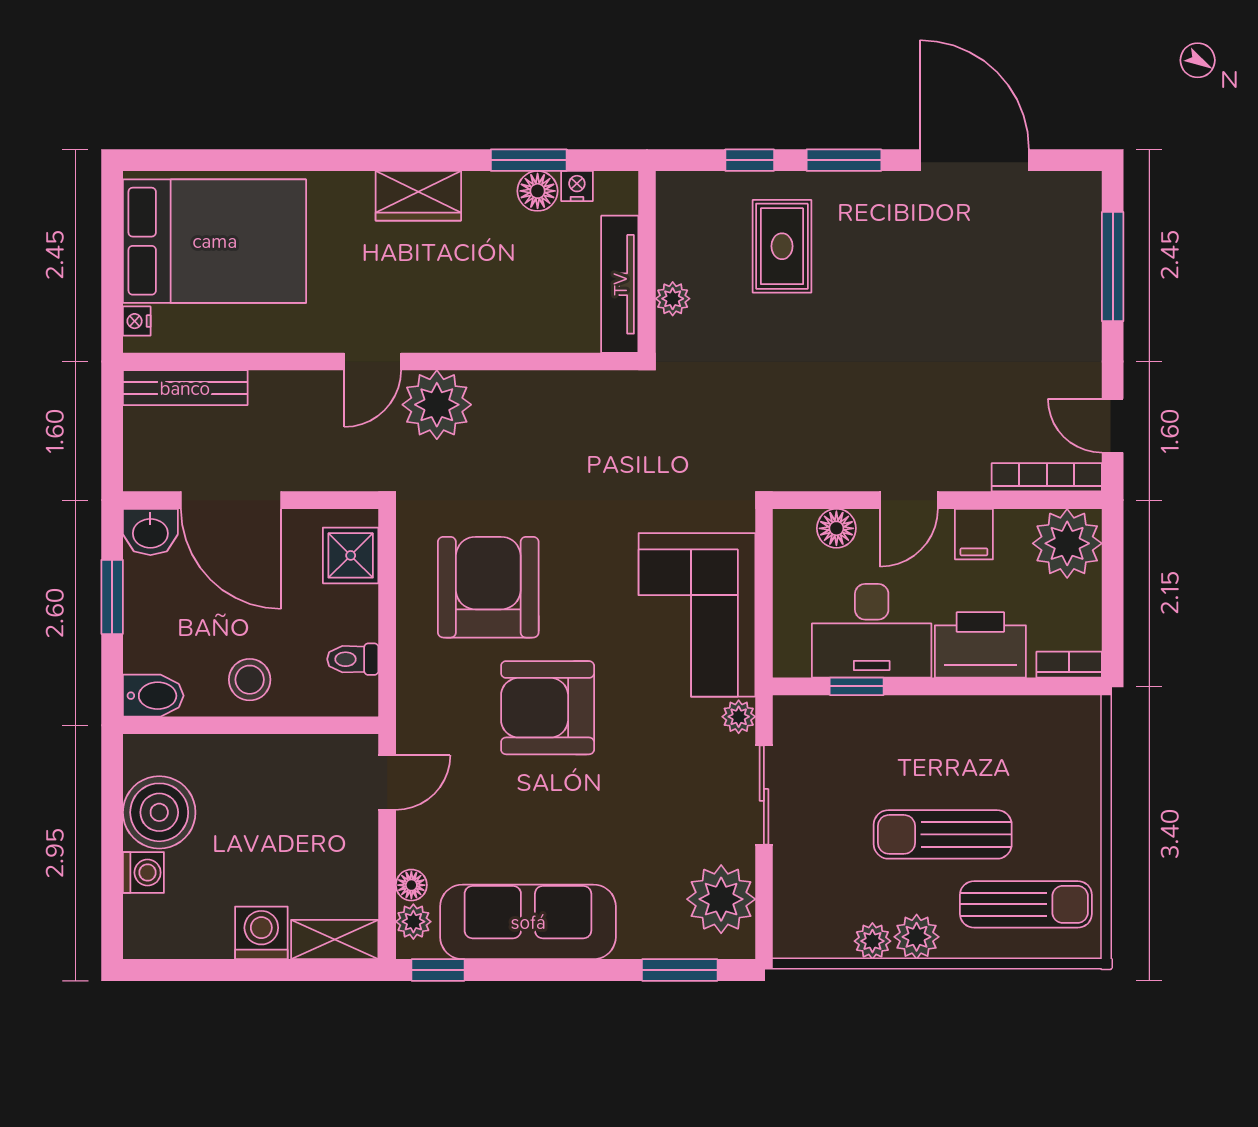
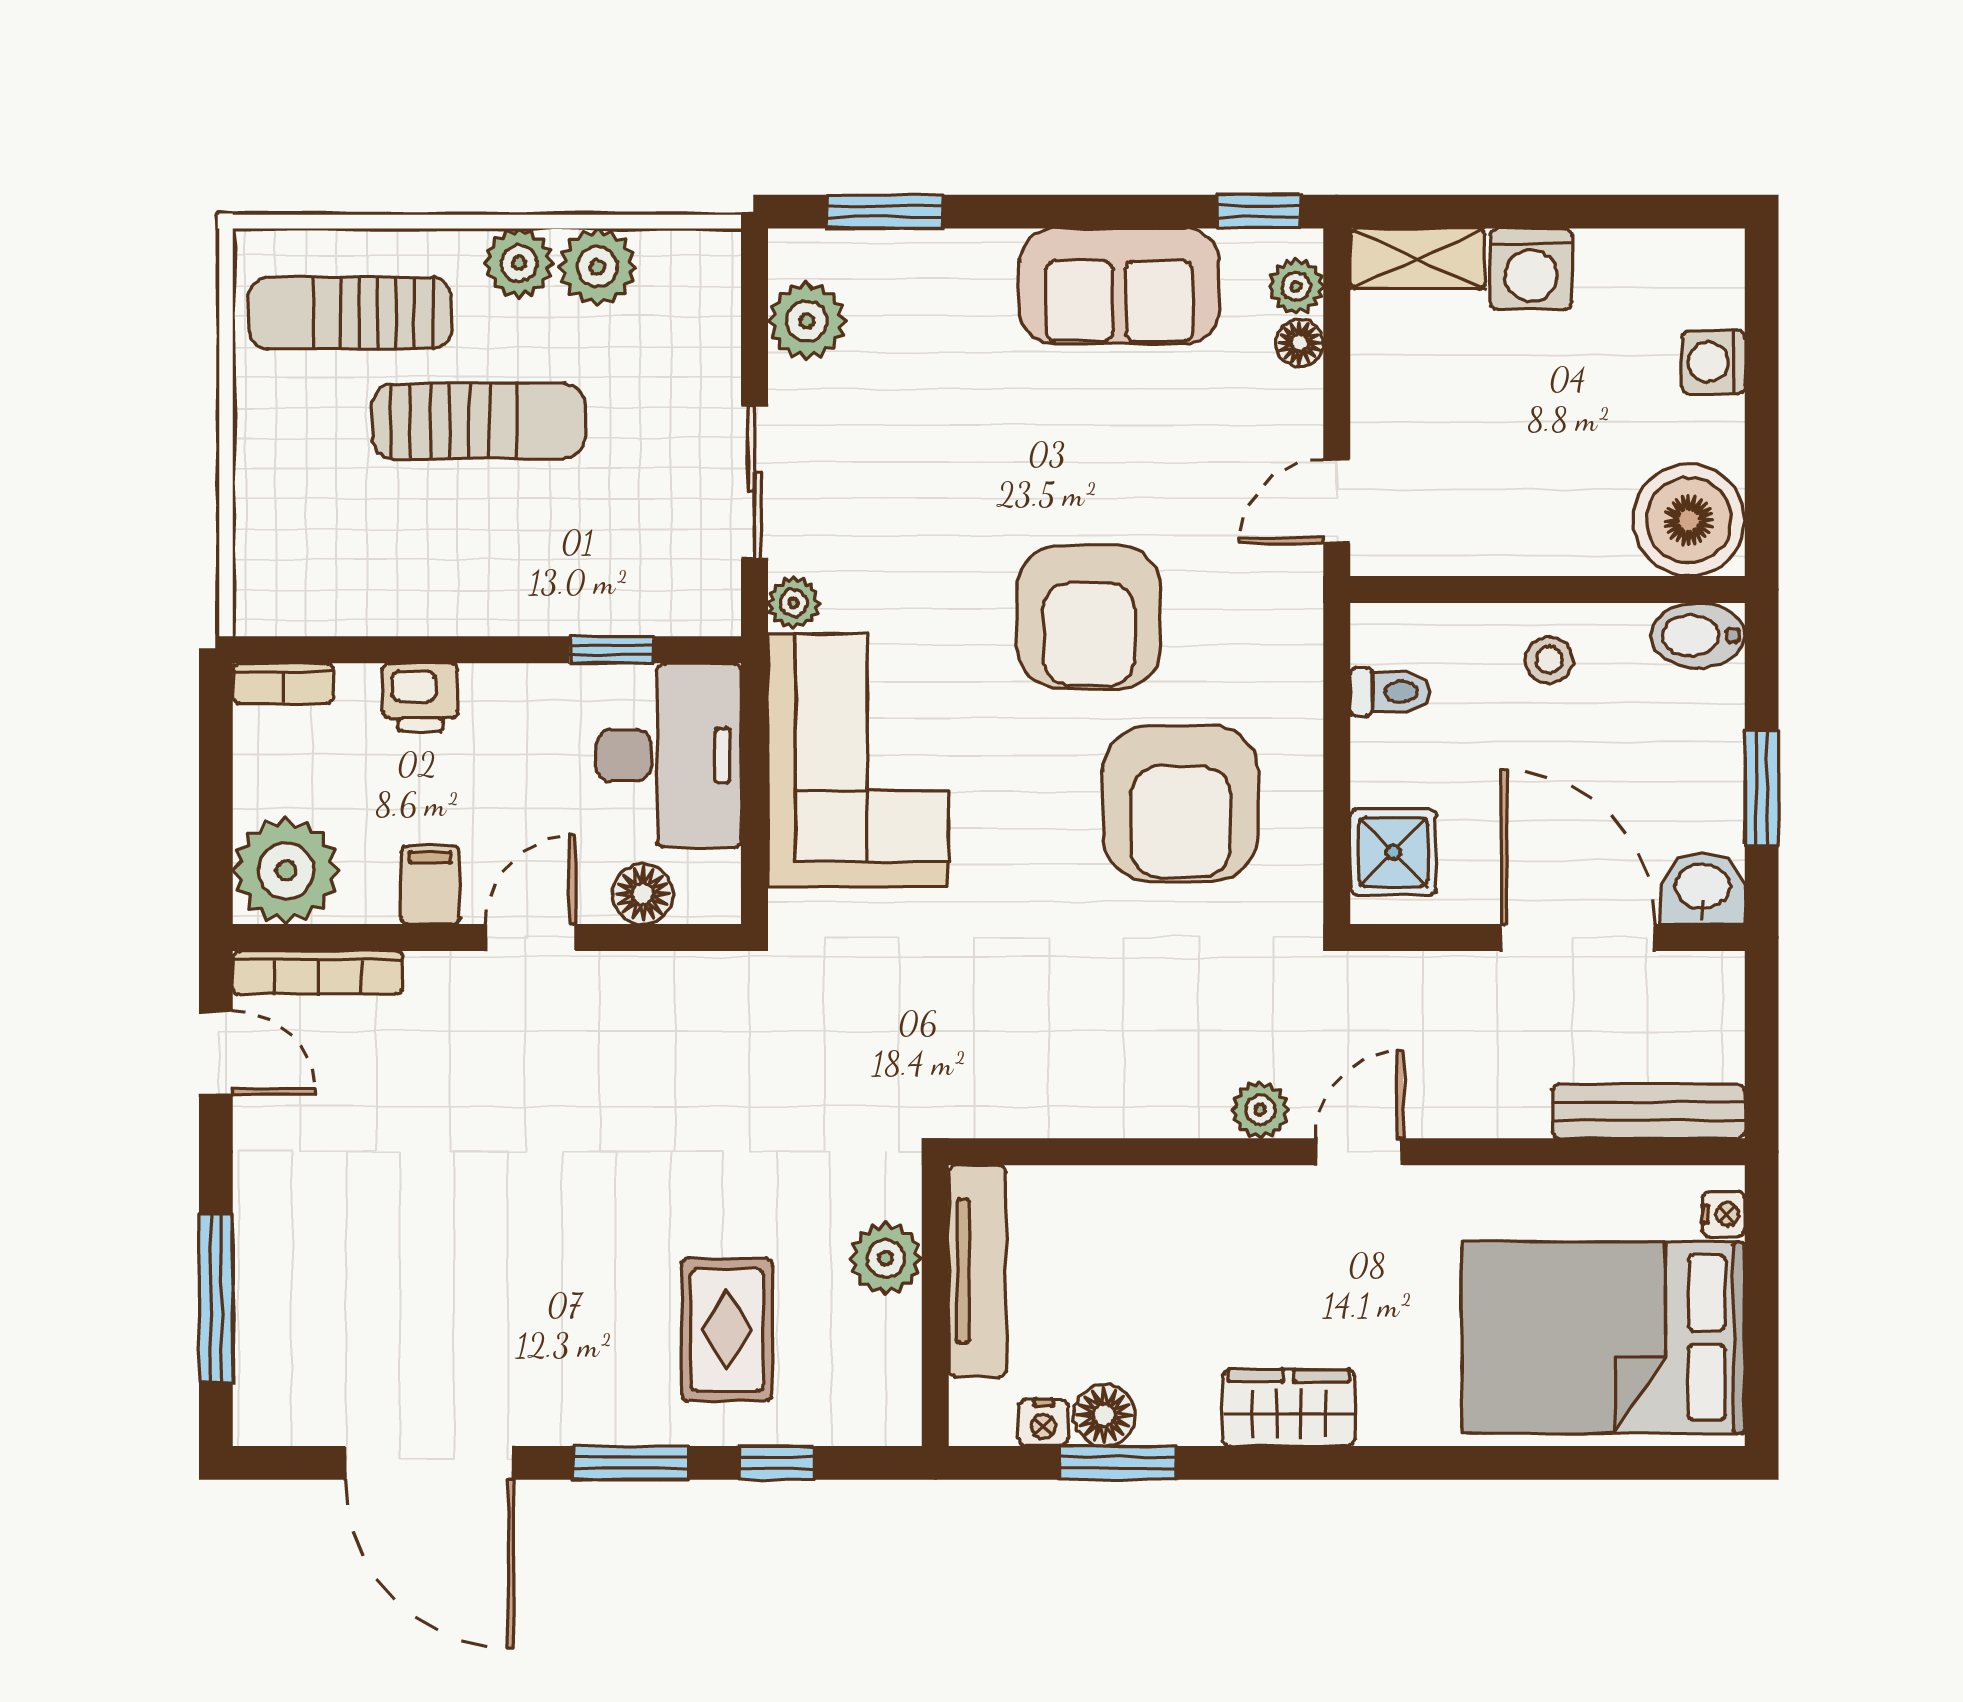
plant: (673, 299) -> (886, 1259), width x1.38, depth x1.38
plant: (437, 405) -> (1260, 1110), width x0.53, depth x0.53
desk: (872, 631) -> (669, 755), moved, turned 90
printer: (980, 645) -> (420, 697), width x0.53, depth x0.68
stool: (250, 680) -> (1549, 660), width x0.73, depth x0.73
armchair: (548, 708) -> (1089, 617), turned 90
boiler: (159, 812) -> (1689, 520), moved
plant: (721, 899) -> (807, 321), width x0.73, depth x0.73
sofa: (528, 922) -> (1119, 286), width x0.73
plant: (872, 941) -> (598, 267), width x1.38, depth x1.38

